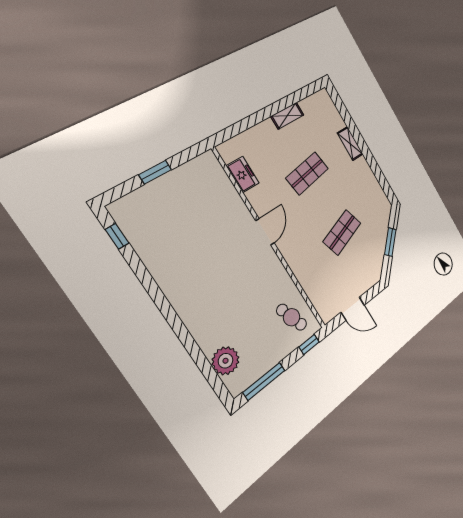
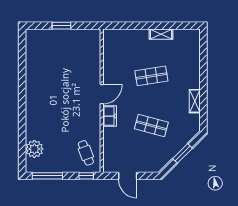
shelving: (350, 144) -> (195, 101), moved
freezer: (243, 174) -> (110, 116), moved
shop shelf: (342, 232) -> (151, 126), turned 33
window: (117, 236) -> (22, 48), removed

